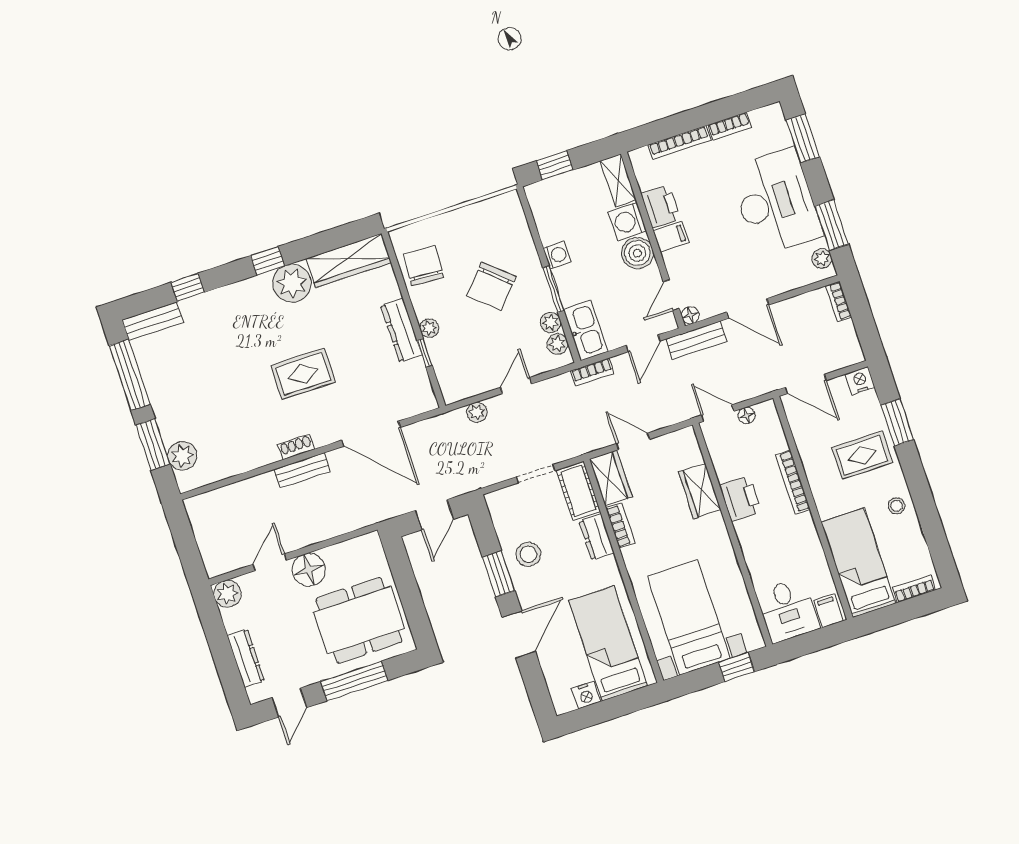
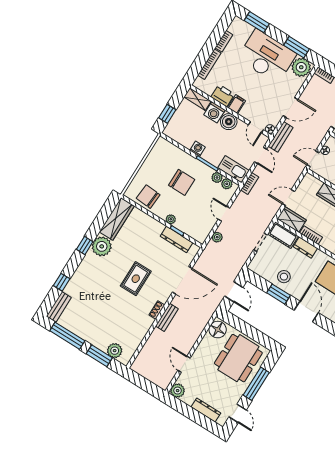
plant: (822, 259) -> (301, 67), width x1.88, depth x1.88
chair: (491, 286) -> (182, 182), turned -42
dresser: (401, 330) -> (177, 239), moved
floor lamp: (309, 570) -> (218, 330), moved

